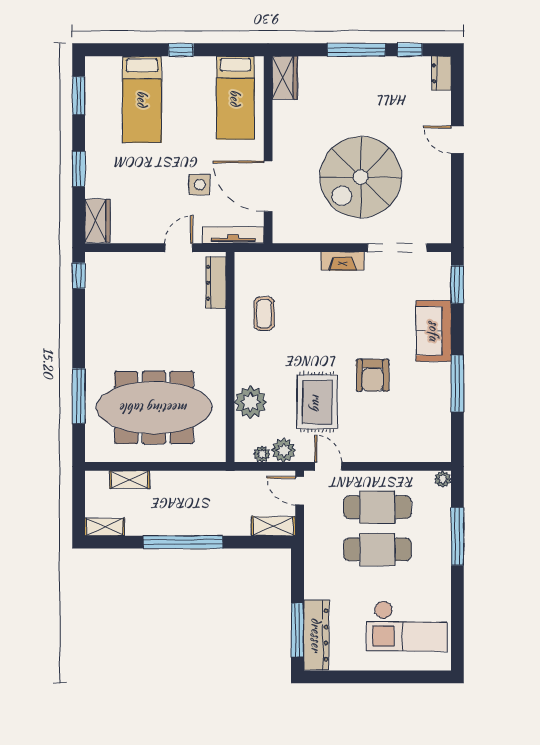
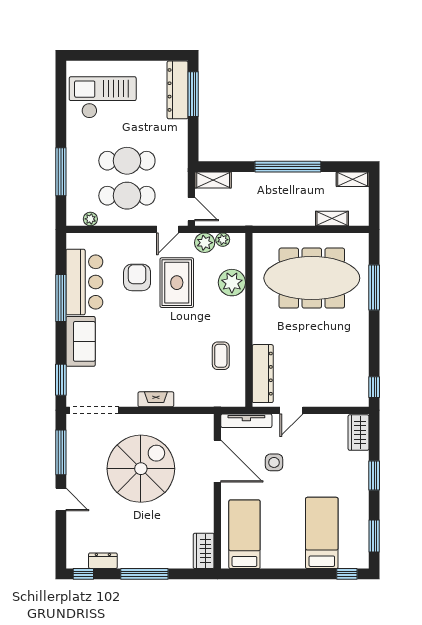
window: (181, 50) -> (347, 574), moved
window: (410, 50) -> (83, 574), moved
dresser: (441, 73) -> (103, 561), moved, turned -90
window: (457, 197) -> (61, 452), added
doorway: (397, 248) -> (94, 410), moved
dresser: (216, 283) -> (263, 374), width x1.37, depth x1.24
armchair: (373, 375) -> (137, 277), moved
bar counter: (429, 403) -> (84, 282), added
door: (328, 466) -> (168, 229), hinge flipped
plant: (443, 479) -> (90, 219), moved

